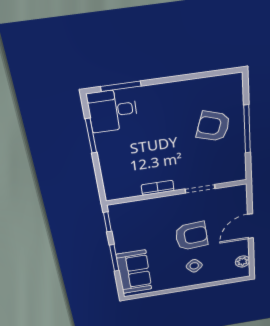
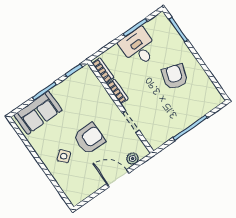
desk: (113, 111) -> (139, 47), moved
armchair: (213, 126) -> (175, 77), moved
bookcase: (124, 193) -> (103, 70), added
armchair: (191, 236) -> (89, 138), turned -86
plant: (243, 261) -> (133, 159), moved

